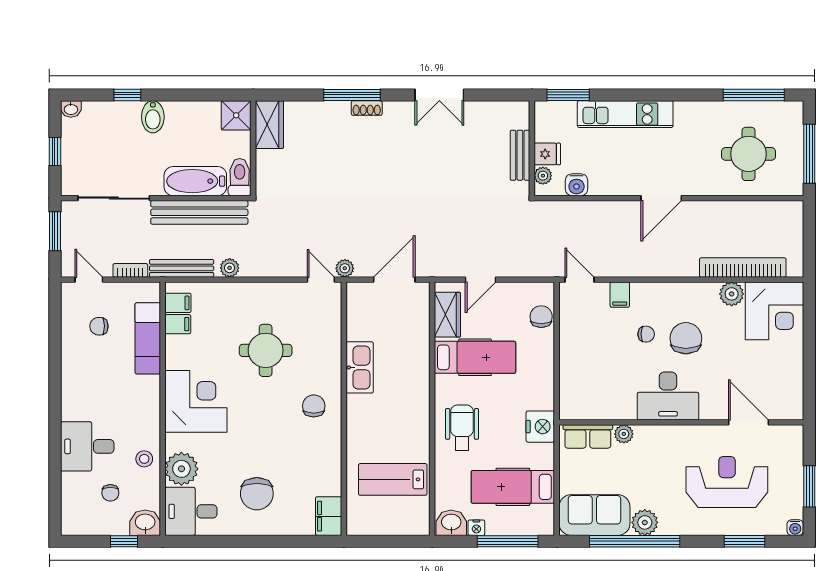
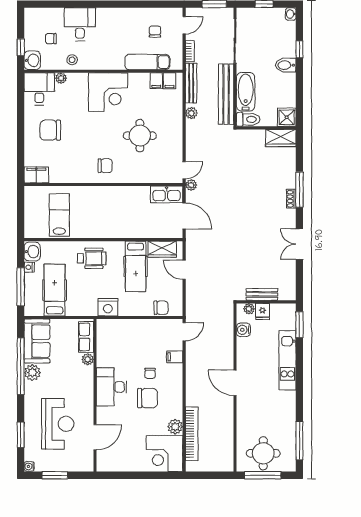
round table: (749, 154) -> (263, 453), moved
kitchen sink: (360, 367) -> (167, 194), moved
nightstand: (540, 427) -> (108, 307), moved
plant: (181, 469) -> (61, 78), width x0.53, depth x0.53

